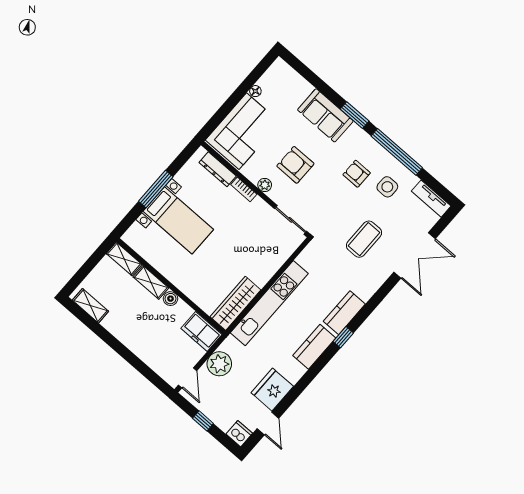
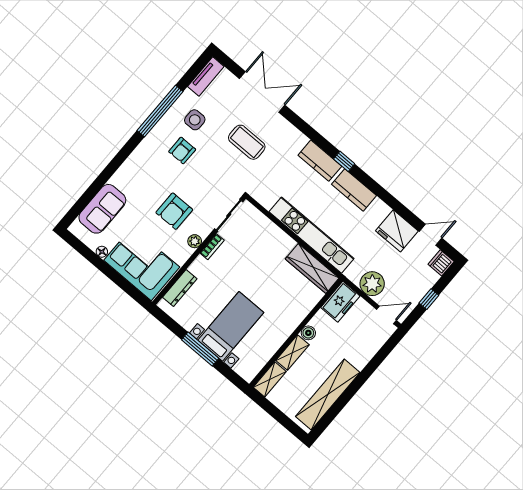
sofa: (325, 115) -> (102, 209), moved
window: (355, 115) -> (124, 153), removed
bookcase: (244, 189) -> (212, 247), moved
shelving: (91, 306) -> (328, 395), width x2.20, depth x1.33

